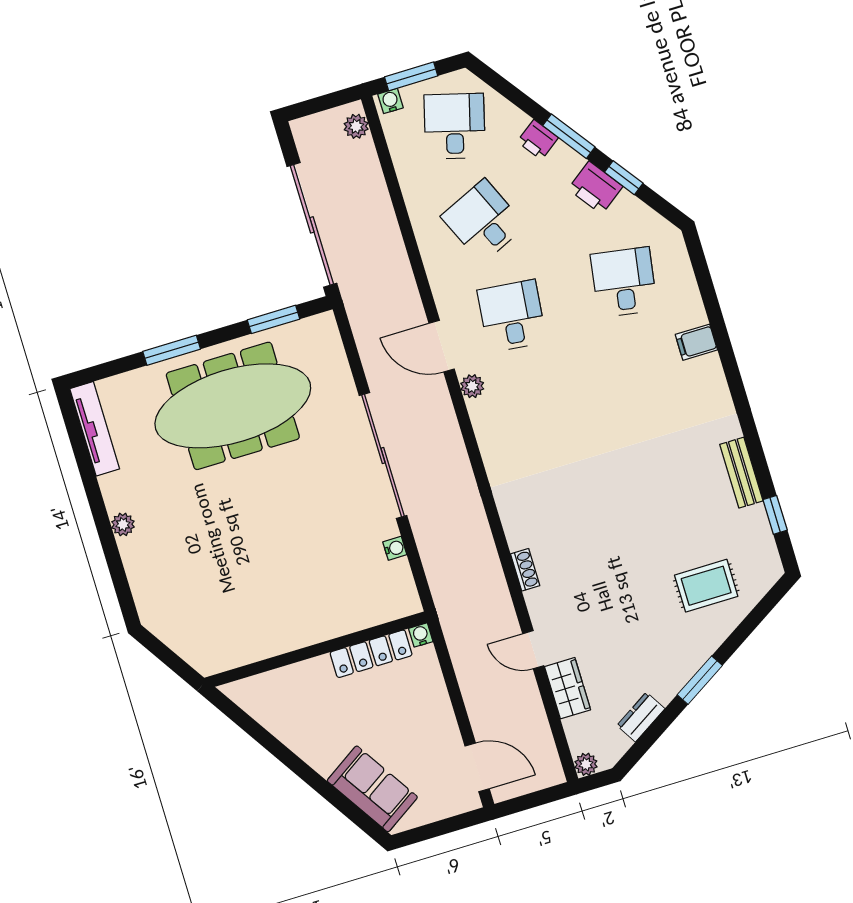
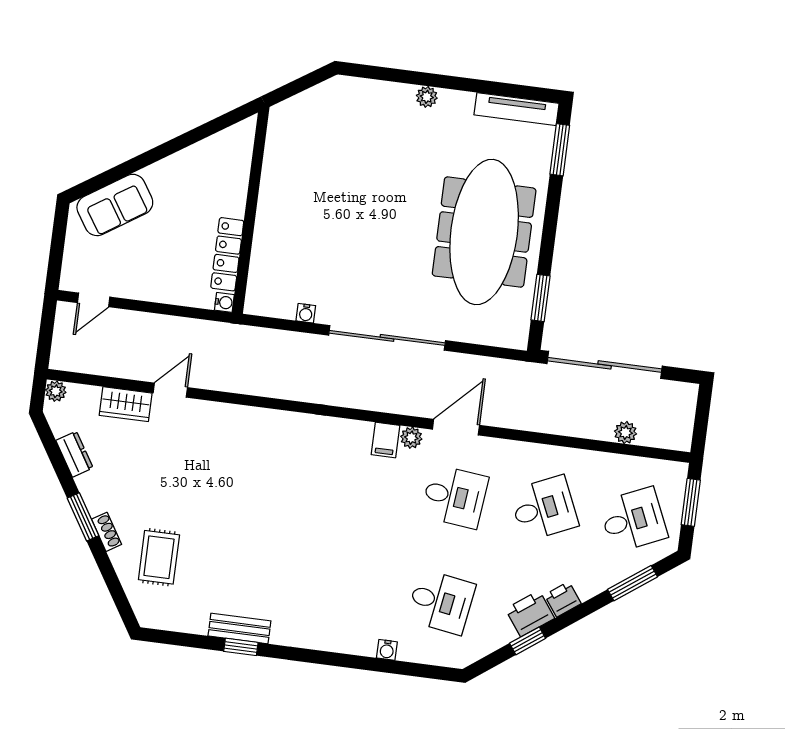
water cooler: (390, 101) -> (387, 650), moved, turned 90
plant: (356, 126) -> (625, 433), moved
desk: (455, 126) -> (633, 520), turned -39
window: (569, 136) -> (633, 583), moved
printer: (538, 140) -> (563, 599), moved
filing cabinet: (696, 342) -> (386, 440), moved, turned 180
window: (172, 350) -> (560, 150), moved
window: (775, 515) -> (241, 647), moved
shoe rack: (525, 570) -> (107, 532), moved, turned -122
door: (477, 767) -> (94, 300), width x0.73

